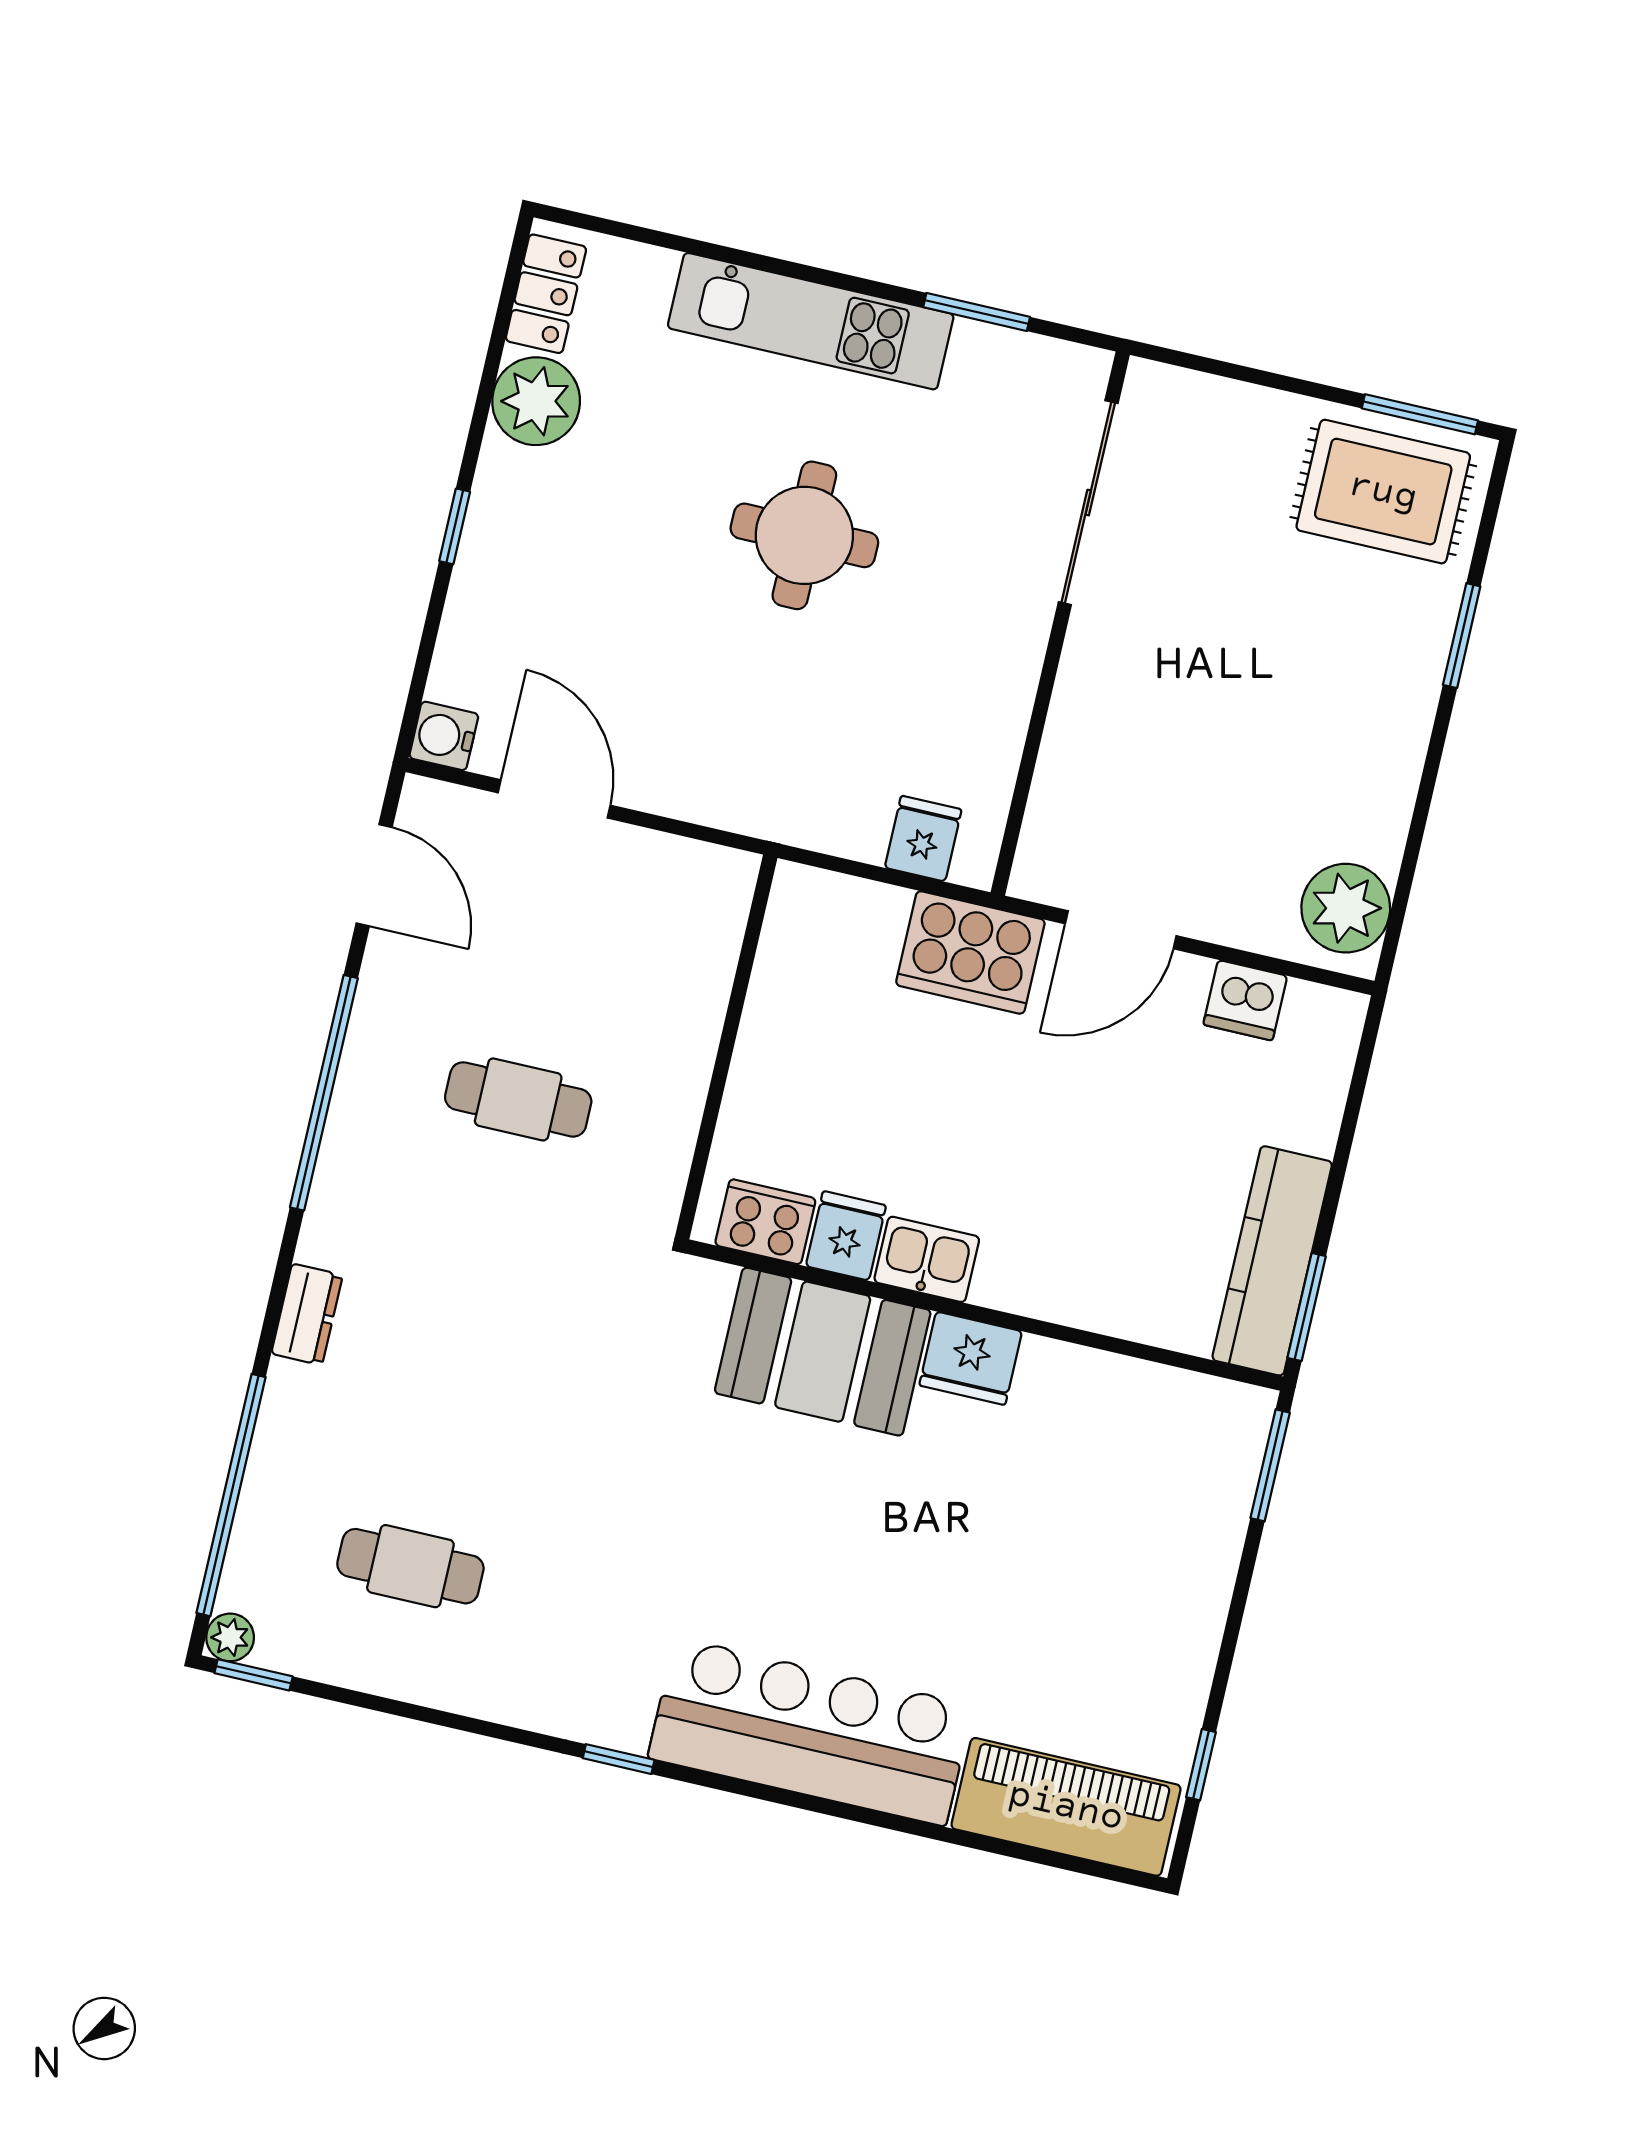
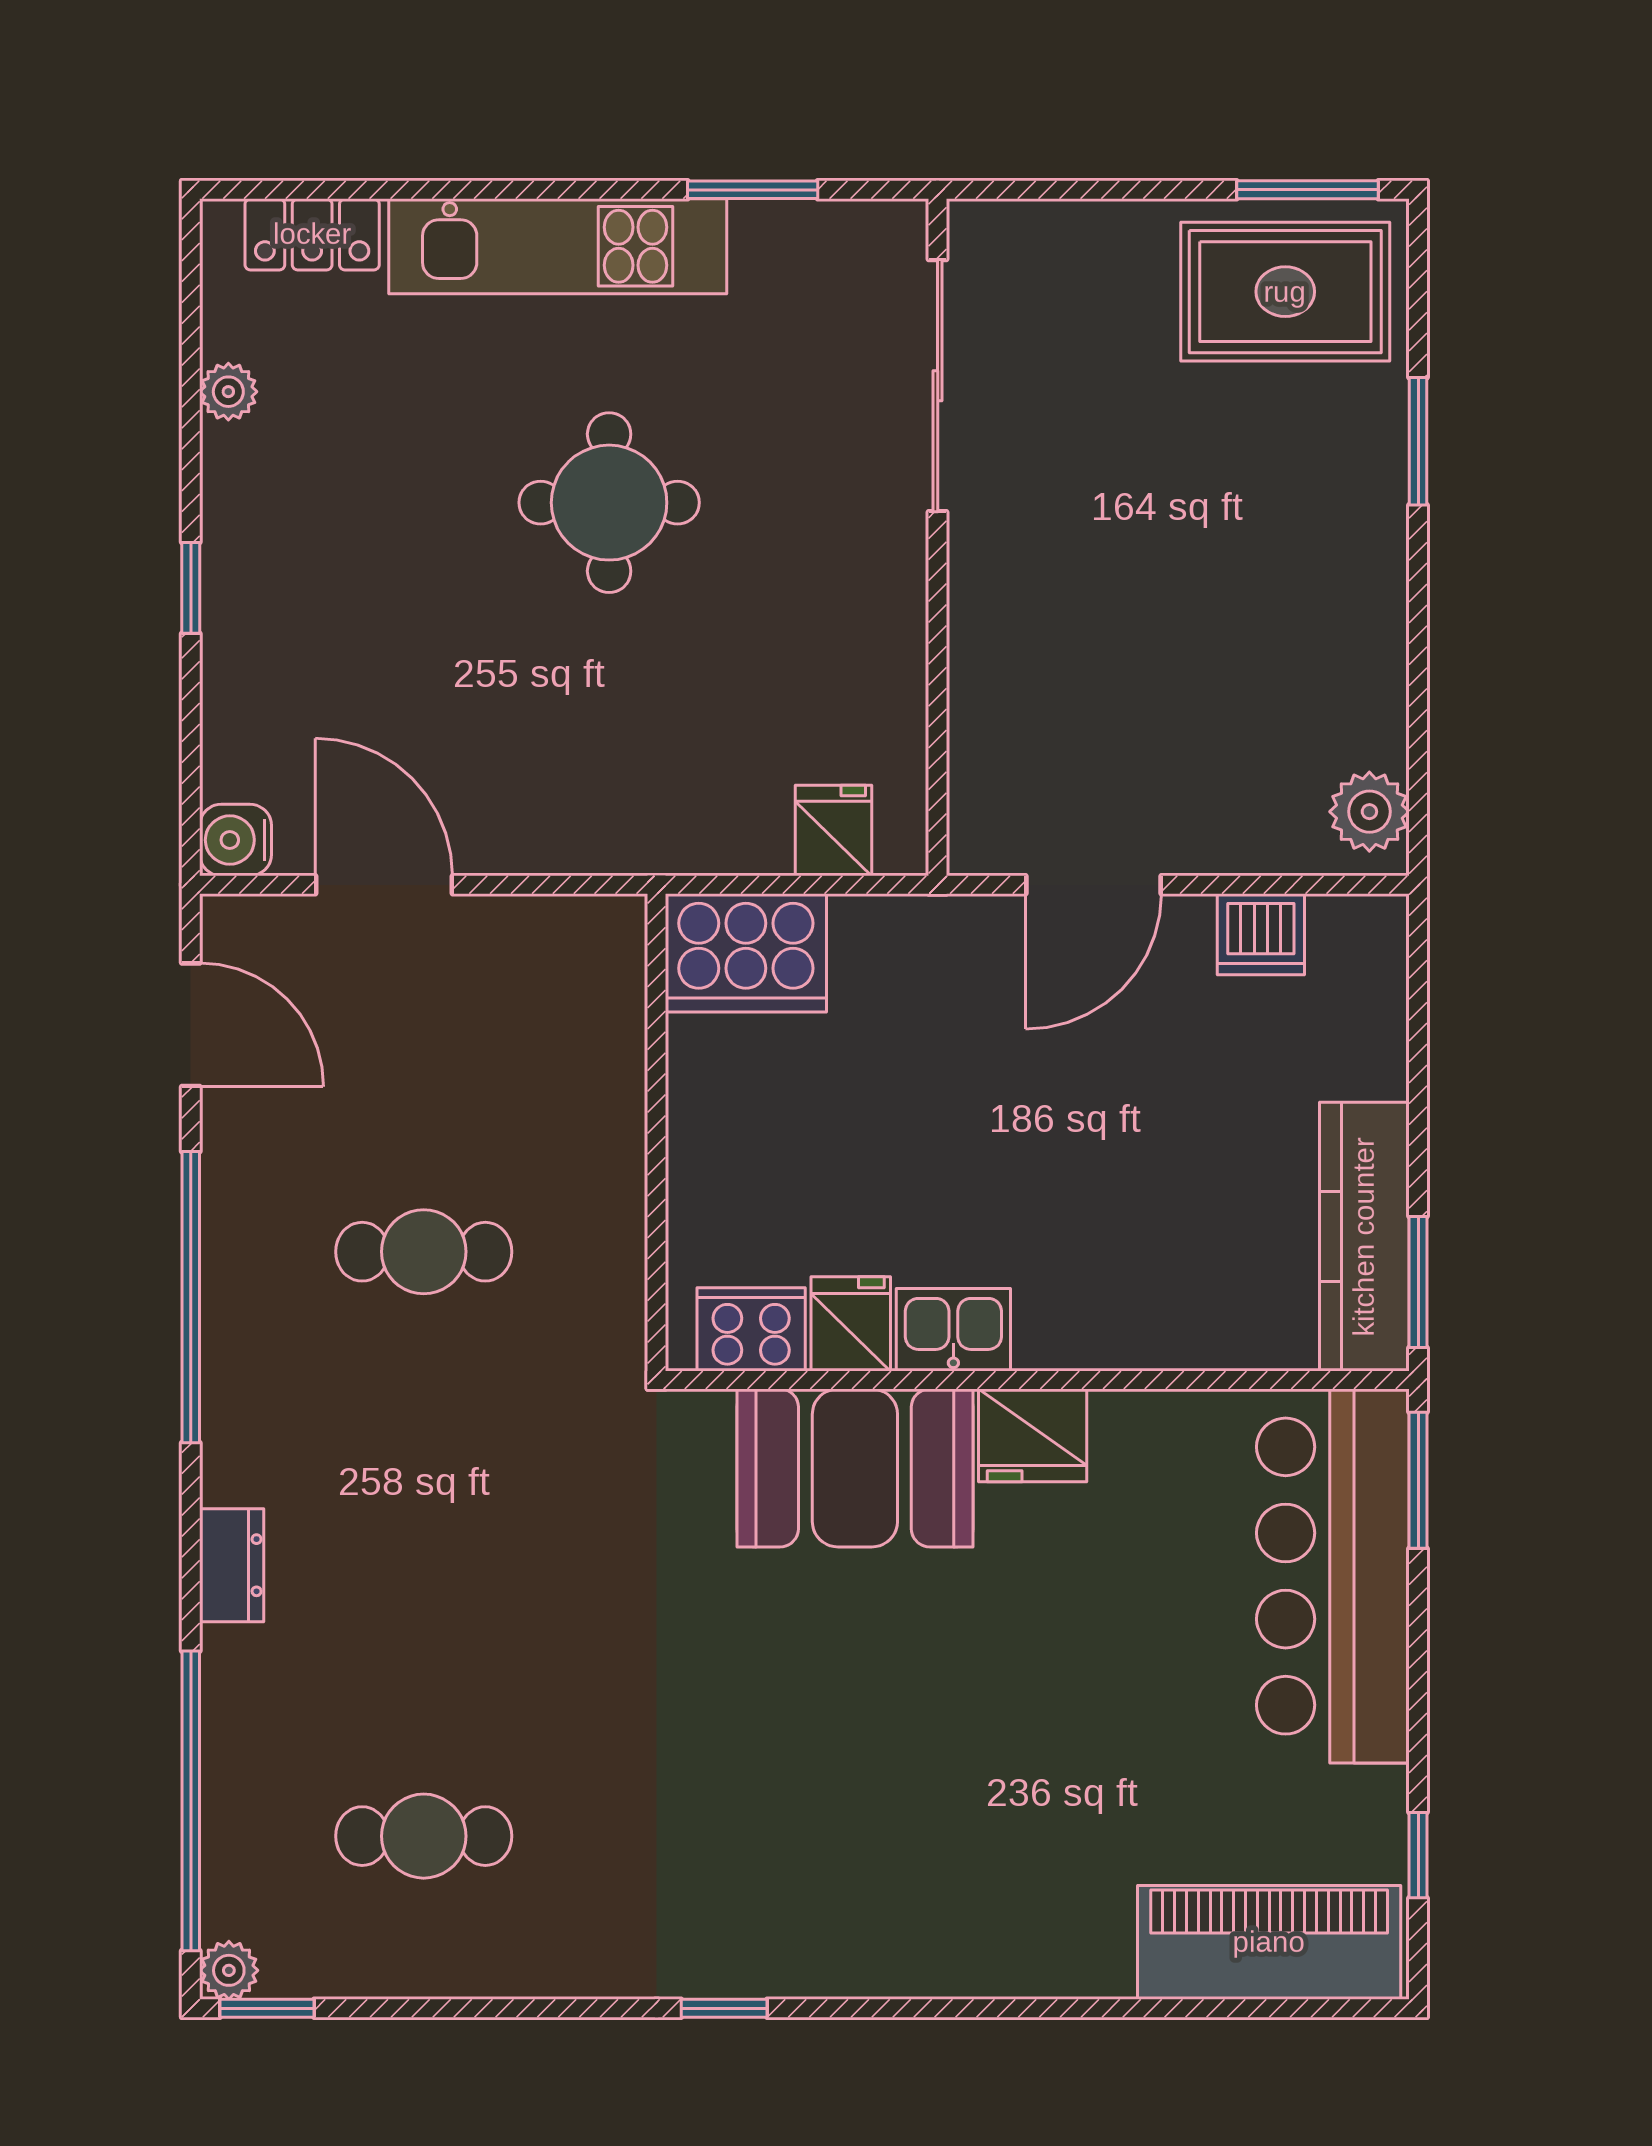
locker: (546, 294) -> (312, 234), moved, turned 90
plant: (536, 401) -> (228, 392), width x0.53, depth x0.53
plant: (1346, 908) -> (1369, 812), width x0.73, depth x0.73
cooker: (970, 952) -> (746, 953), moved
bar counter: (810, 1732) -> (1333, 1576), moved, turned -90

